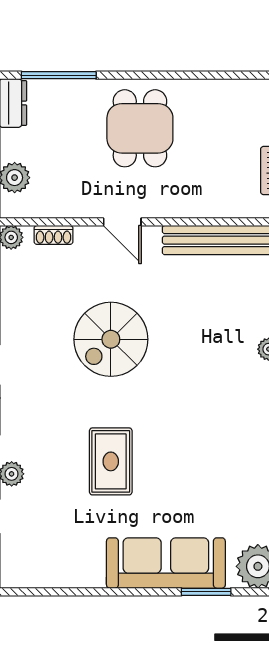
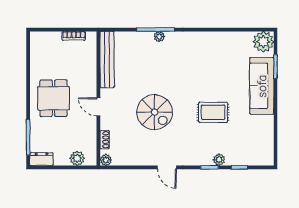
dining table: (140, 128) -> (54, 98), turned 90
door: (122, 222) -> (98, 107), swing flipped

